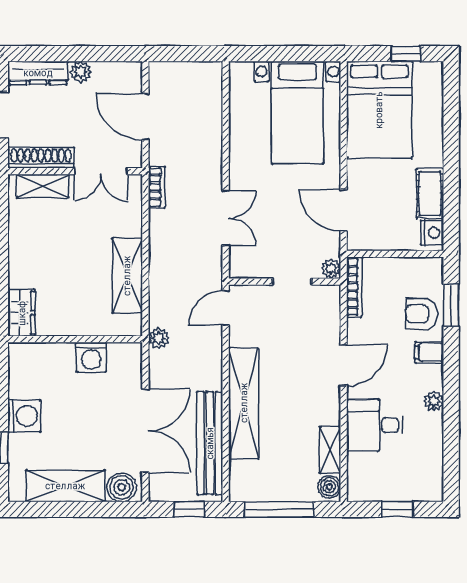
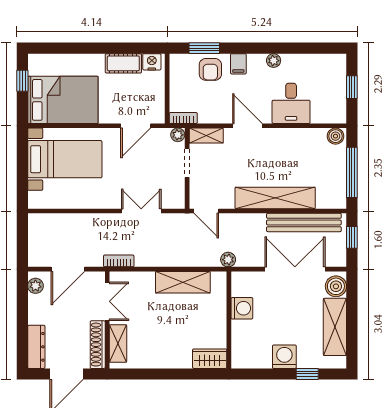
plant: (81, 72) -> (35, 286), moved
bookcase: (354, 287) -> (183, 118), width x0.64
shelving: (330, 450) -> (206, 136), moved

